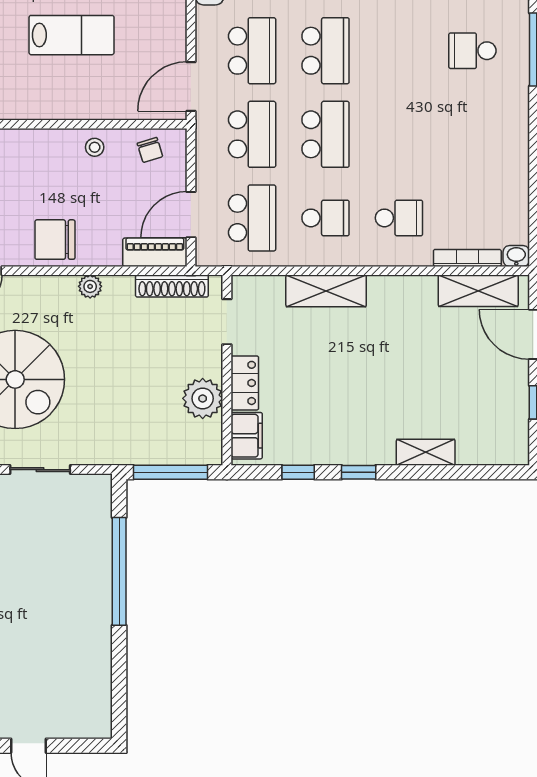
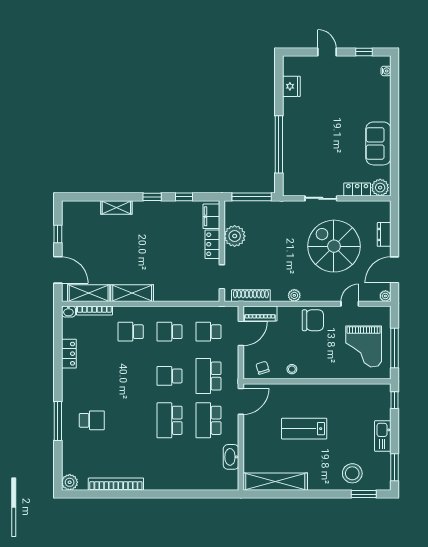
school desk: (326, 134) -> (170, 376), width x0.54
locker: (516, 177) -> (69, 354), added
school desk: (252, 218) -> (208, 332), width x0.54
shelving: (326, 291) -> (132, 293), moved
fridge: (96, 681) -> (291, 86), added

